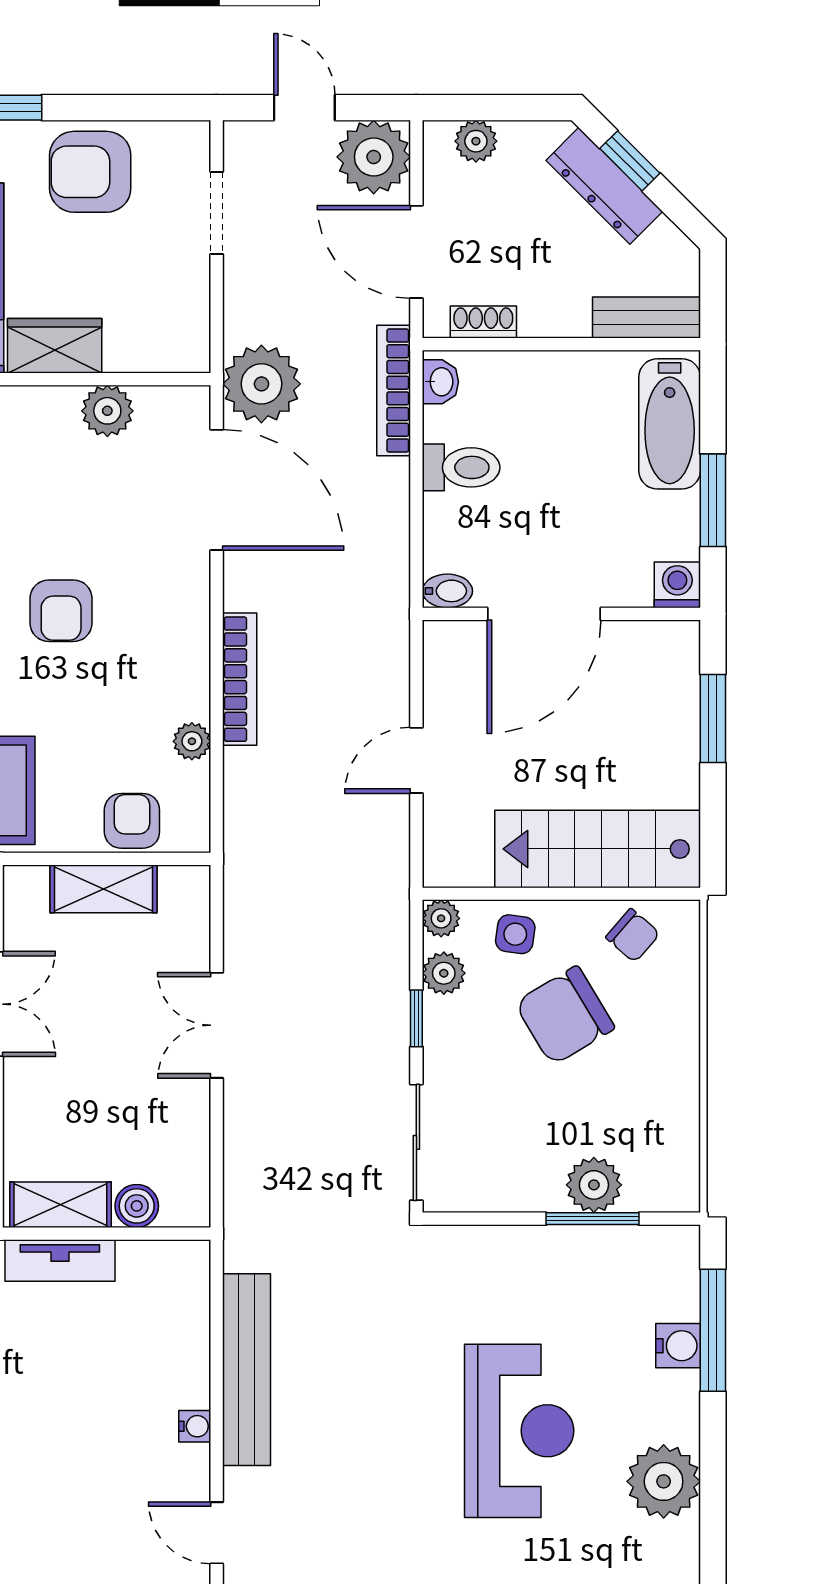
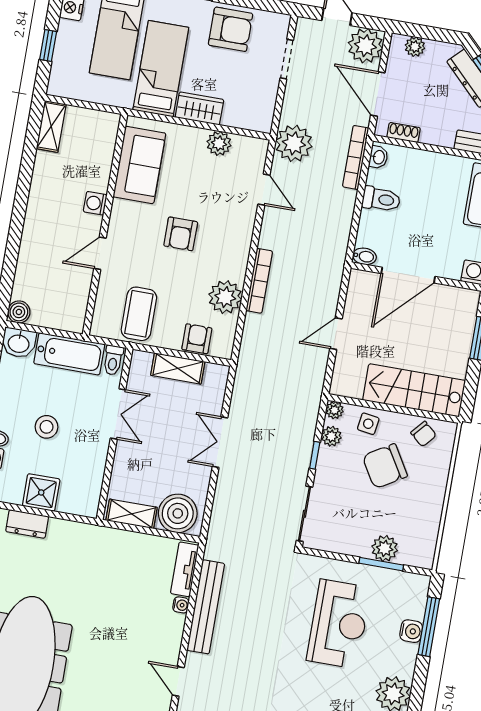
armchair: (90, 172) -> (231, 29), turned 180
door: (217, 490) -> (264, 190), width x0.53
plant: (192, 741) -> (225, 297), width x1.88, depth x1.88
boiler: (137, 1206) -> (178, 513), width x1.86, depth x1.86
tv unit: (60, 1261) -> (185, 569), moved, turned 90
water cooler: (195, 1426) -> (181, 605), moved
reception desk: (519, 1431) -> (339, 624), moved

